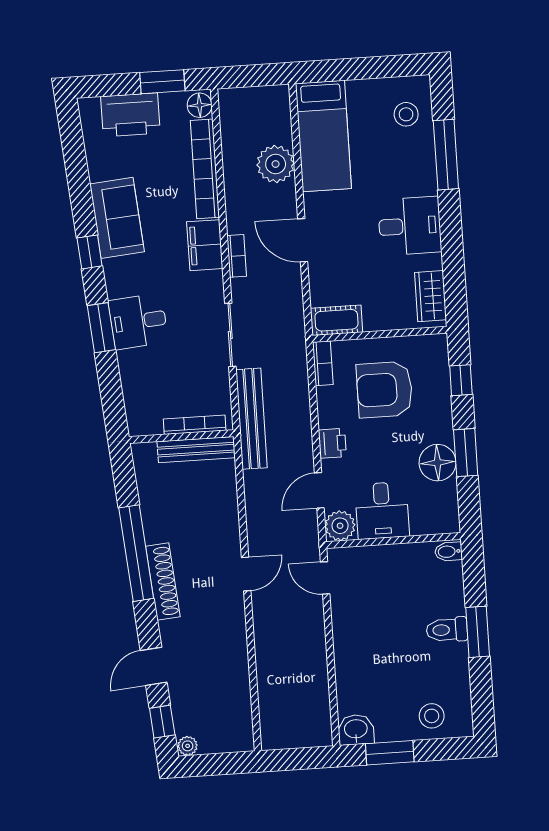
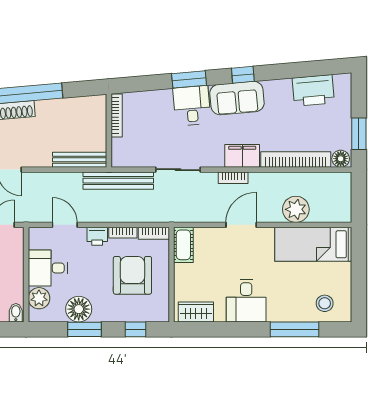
printer: (130, 115) -> (313, 90), moved, turned -95
sofa: (117, 218) -> (237, 98), moved
bookcase: (325, 407) -> (123, 233), added
bookcase: (195, 425) -> (117, 115), moved
bench: (196, 450) -> (80, 160), moved, turned 90
plant: (340, 526) -> (39, 298), moved

